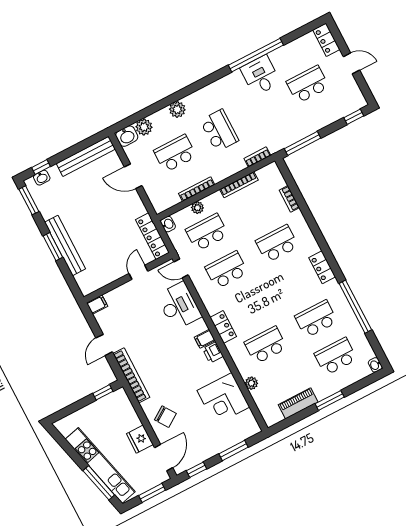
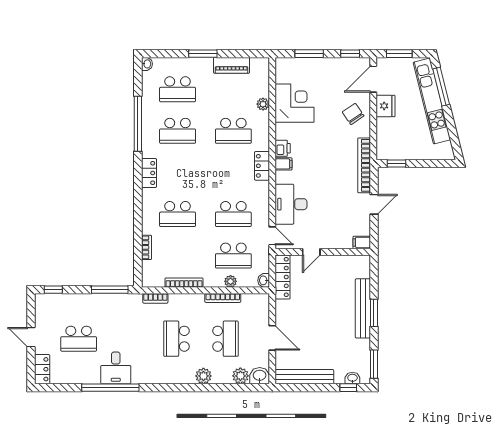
school desk: (175, 153) -> (225, 339), turned -90

